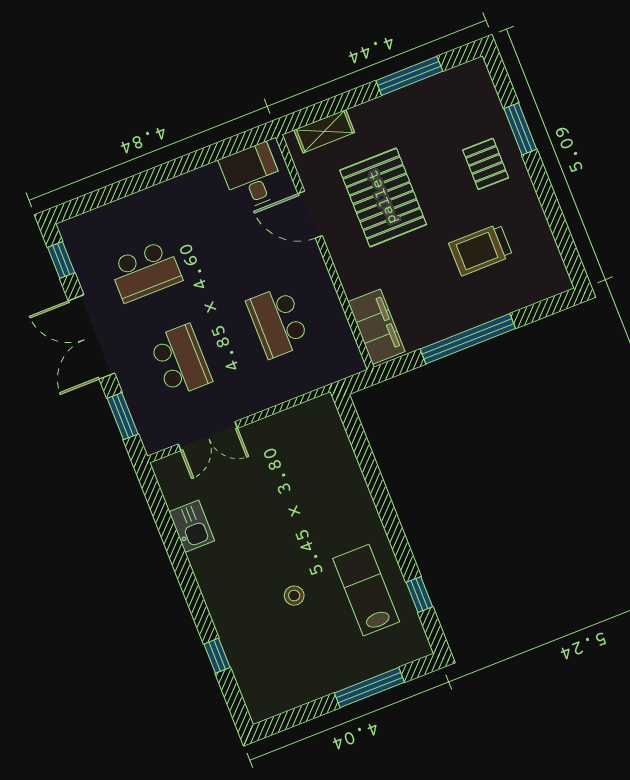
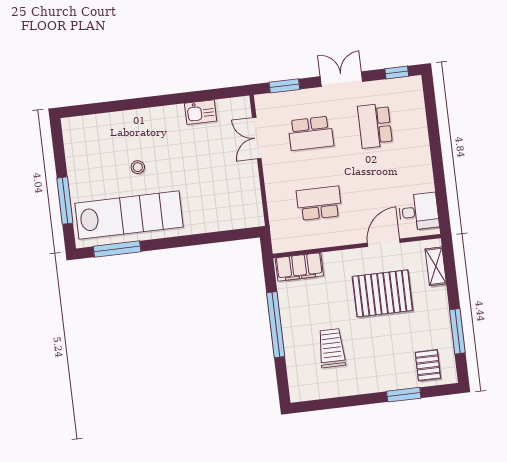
pallet: (486, 164) -> (428, 365), moved, turned 90
double door: (91, 337) -> (341, 79), width x0.73
lab bench: (366, 590) -> (129, 215), width x1.86, depth x1.39
window: (419, 594) -> (117, 249), width x2.17
window: (217, 656) -> (112, 106), removed

